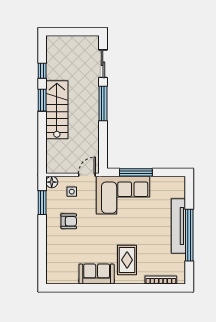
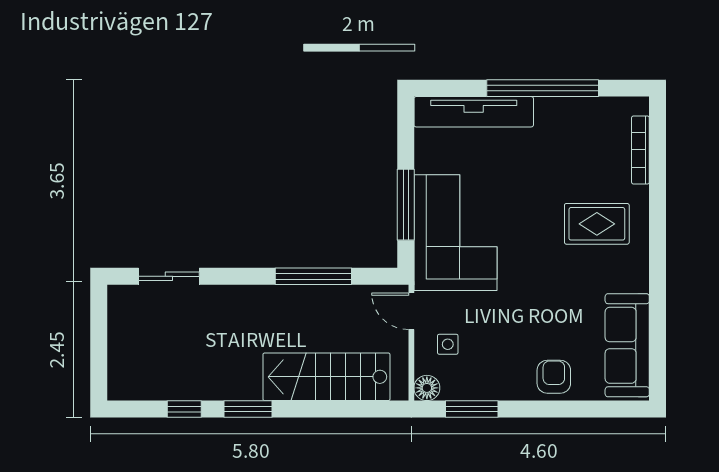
window: (103, 104) -> (313, 276), moved
stairs: (57, 110) -> (326, 377), moved
armchair: (69, 221) -> (554, 377), moved
tv unit: (178, 226) -> (474, 112), moved
sofa: (97, 274) -> (627, 345), moved, width x1.36

